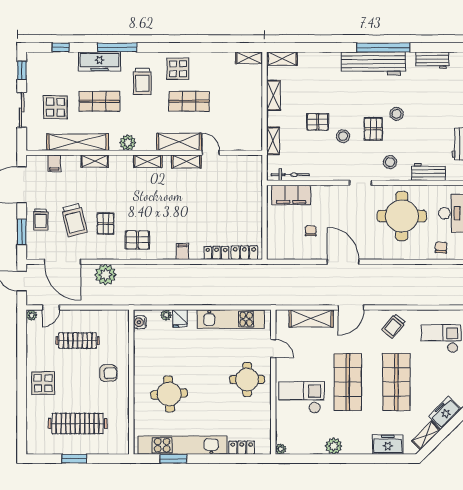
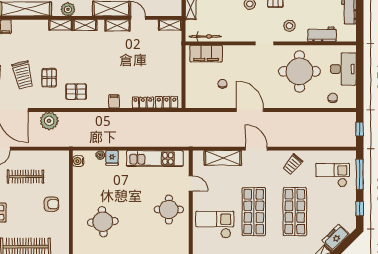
shelving: (95, 161) -> (60, 25), moved
shelving: (249, 161) -> (170, 25), added
door: (351, 308) -> (256, 149), swing flipped

